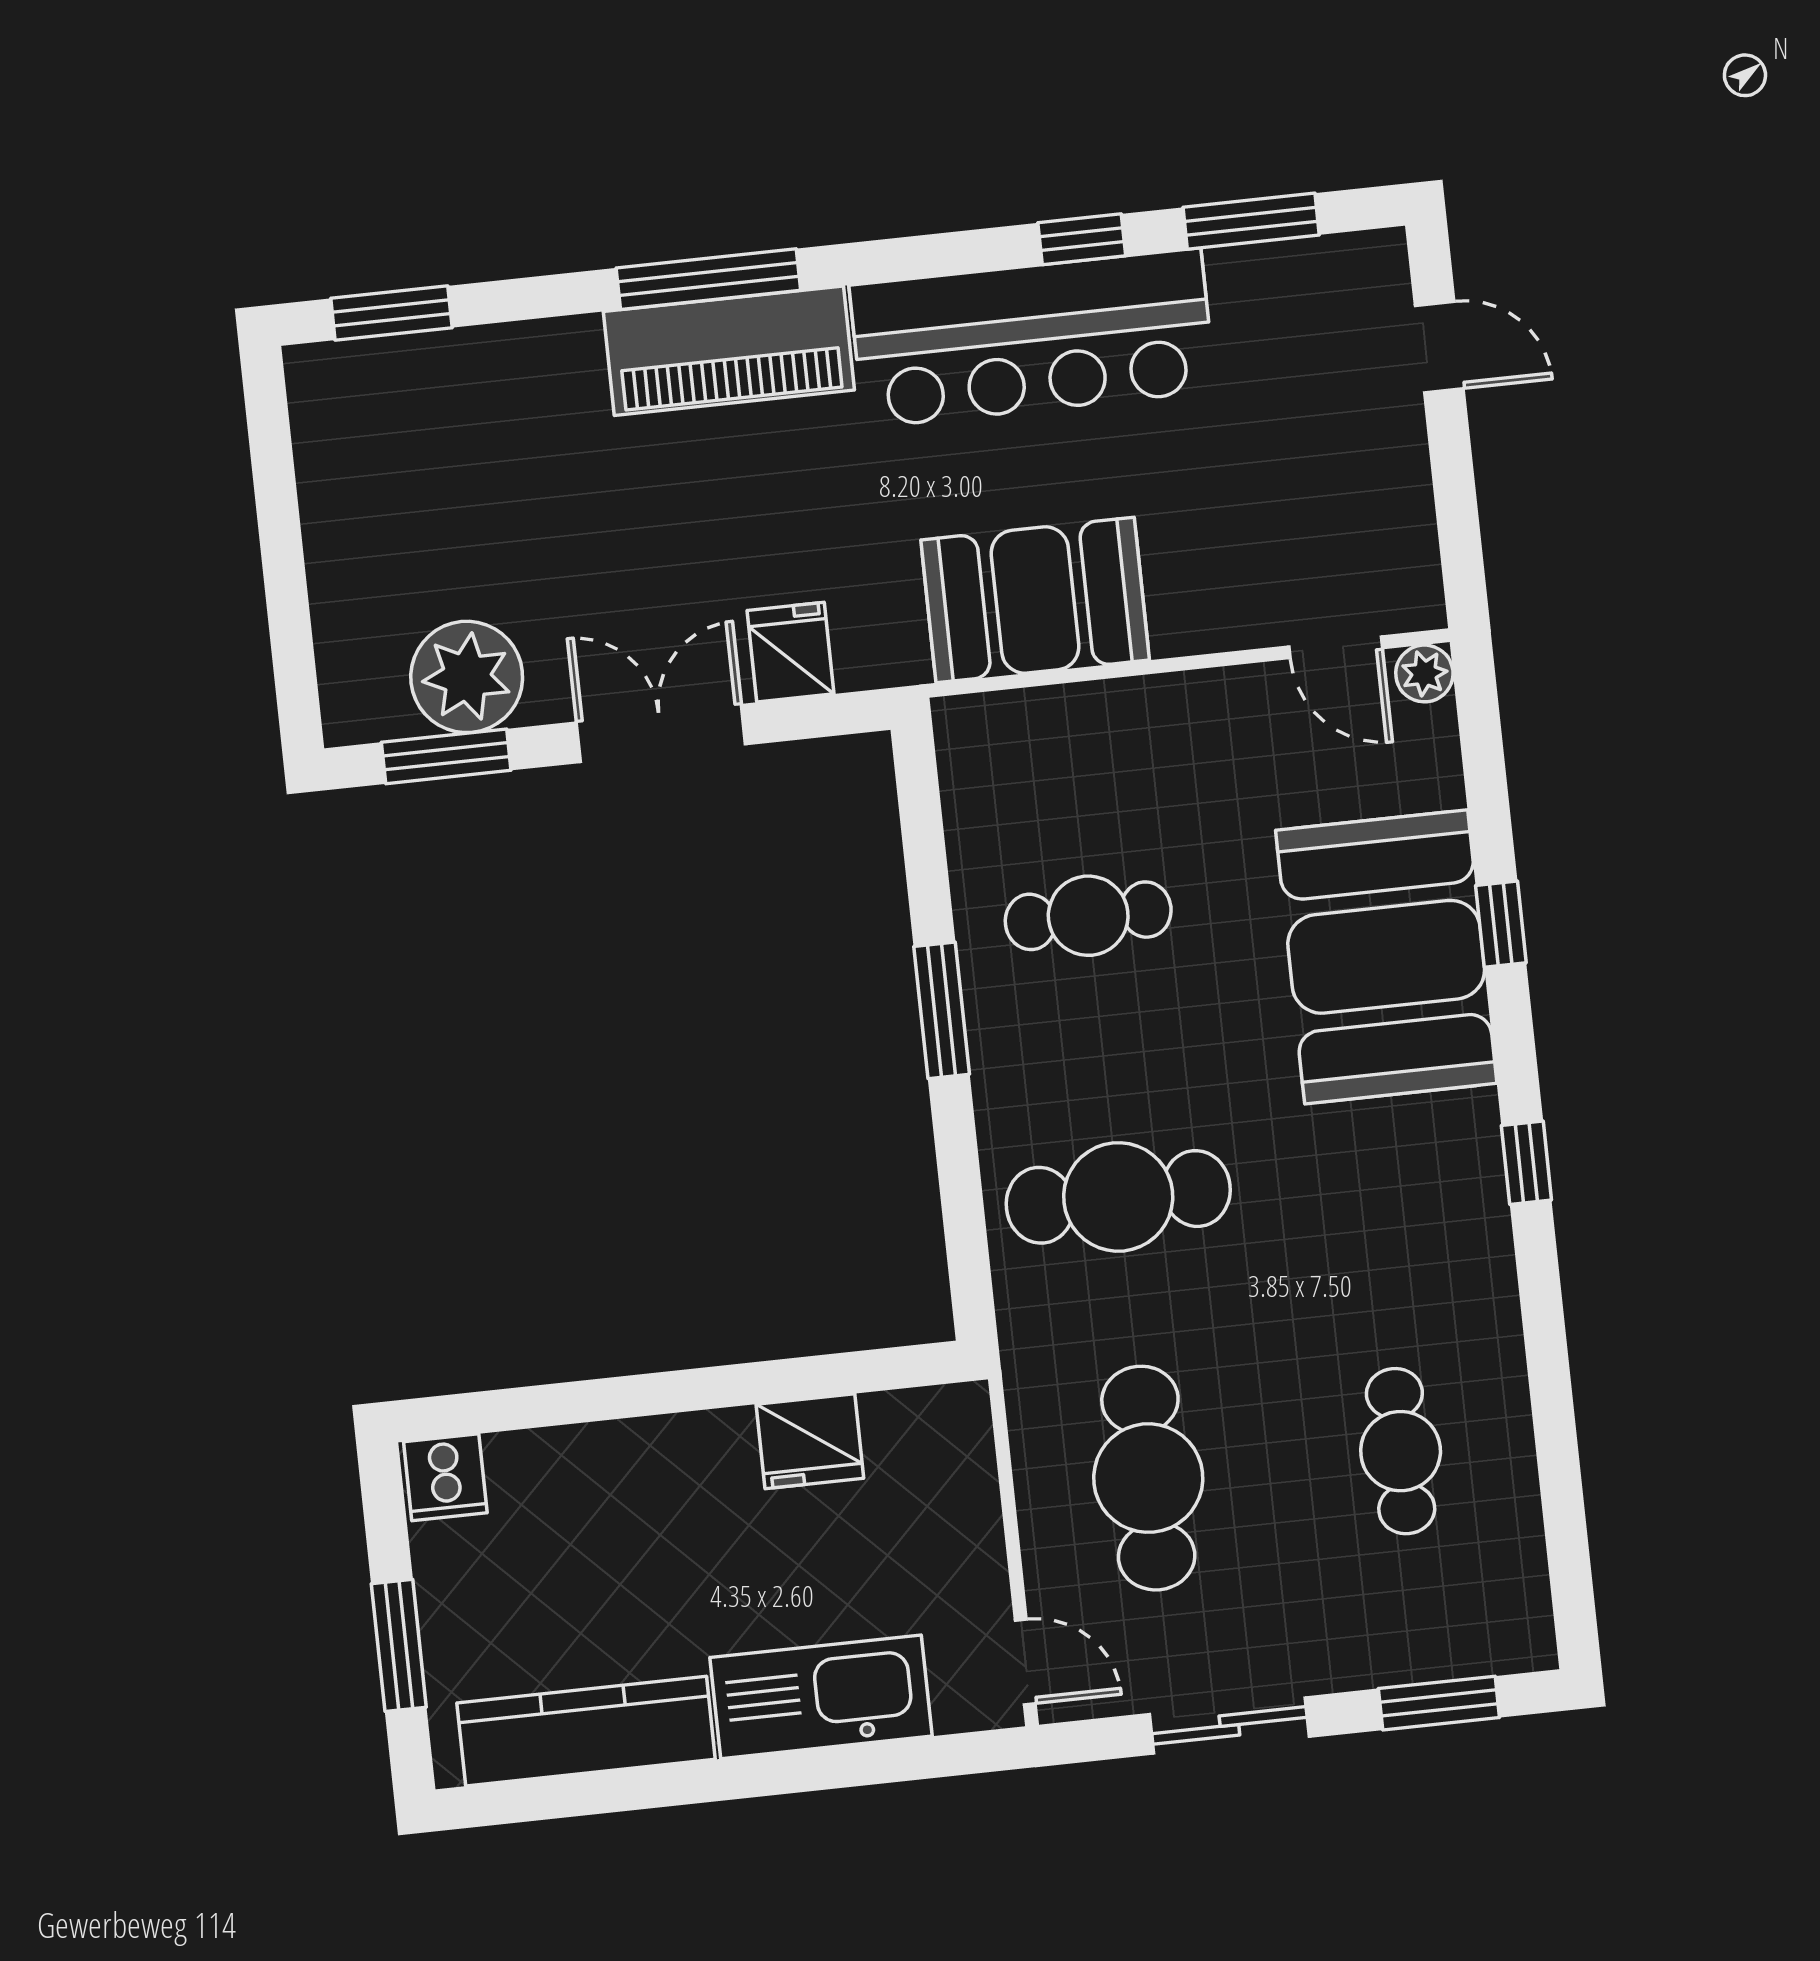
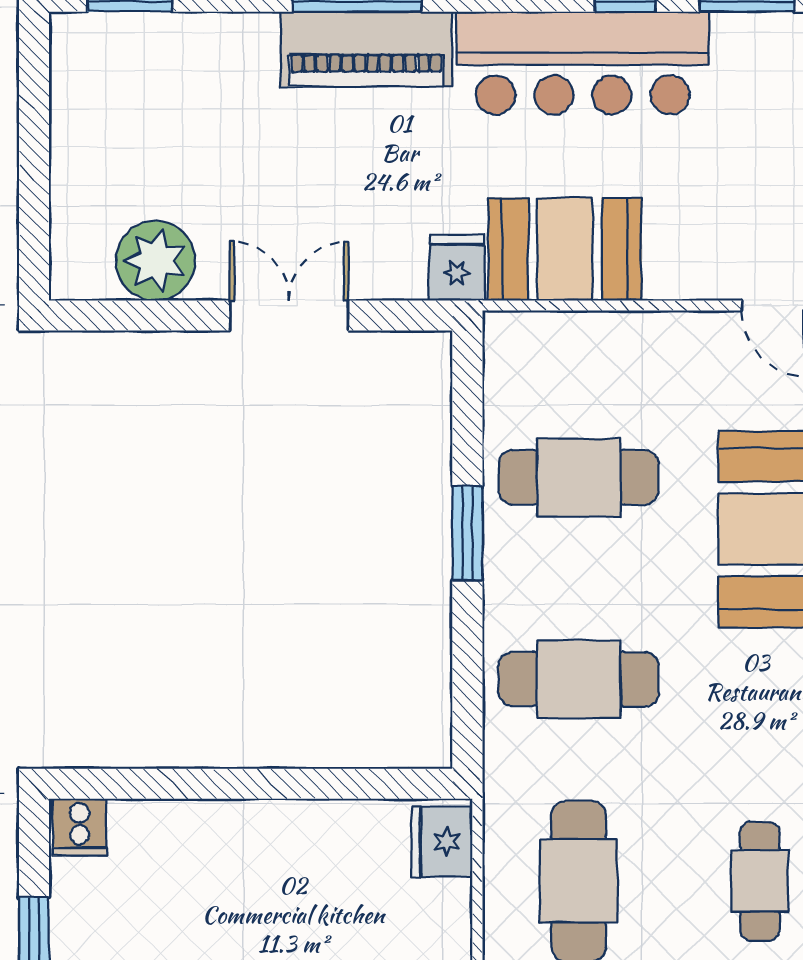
fridge: (791, 652) -> (457, 268), moved
window: (446, 756) -> (135, 315), removed
cafe table: (1088, 916) -> (579, 477), width x1.37, depth x1.35
fridge: (810, 1441) -> (442, 842), moved, turned 90

